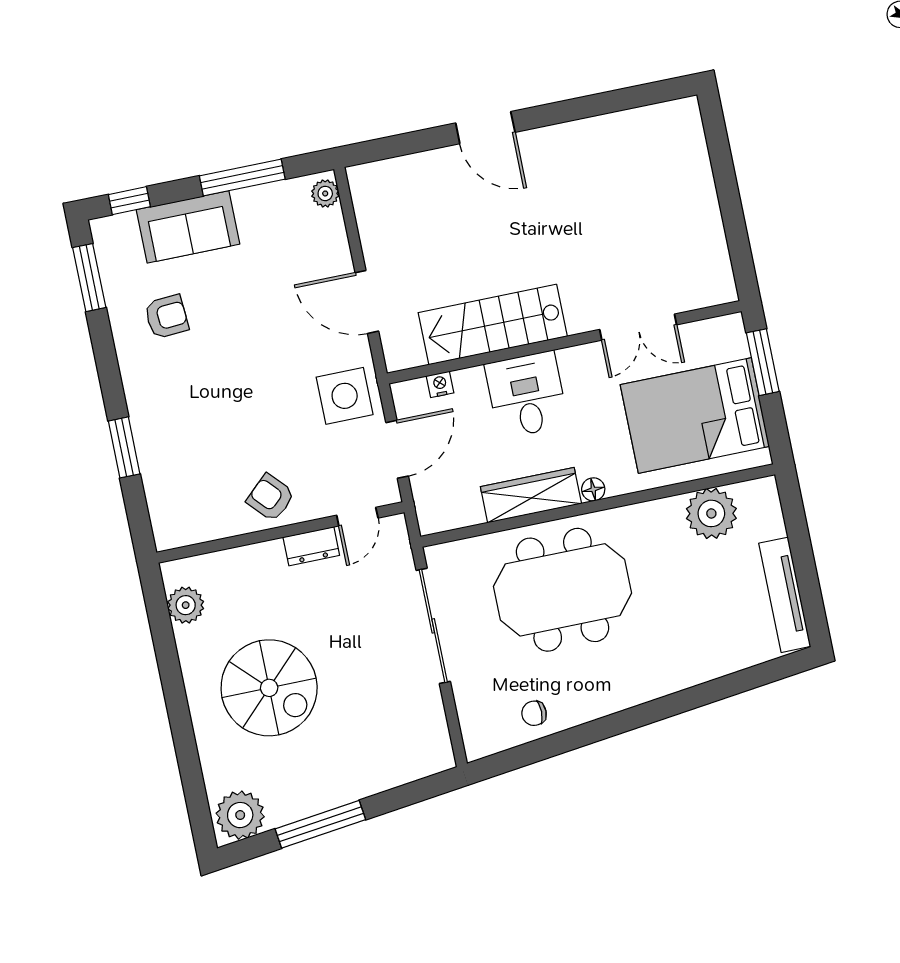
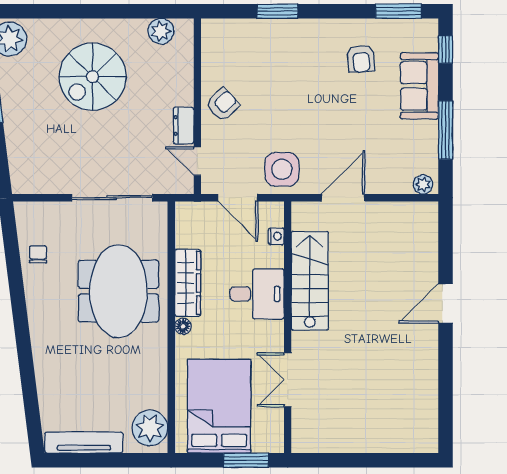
plant: (711, 513) -> (150, 428), moved

